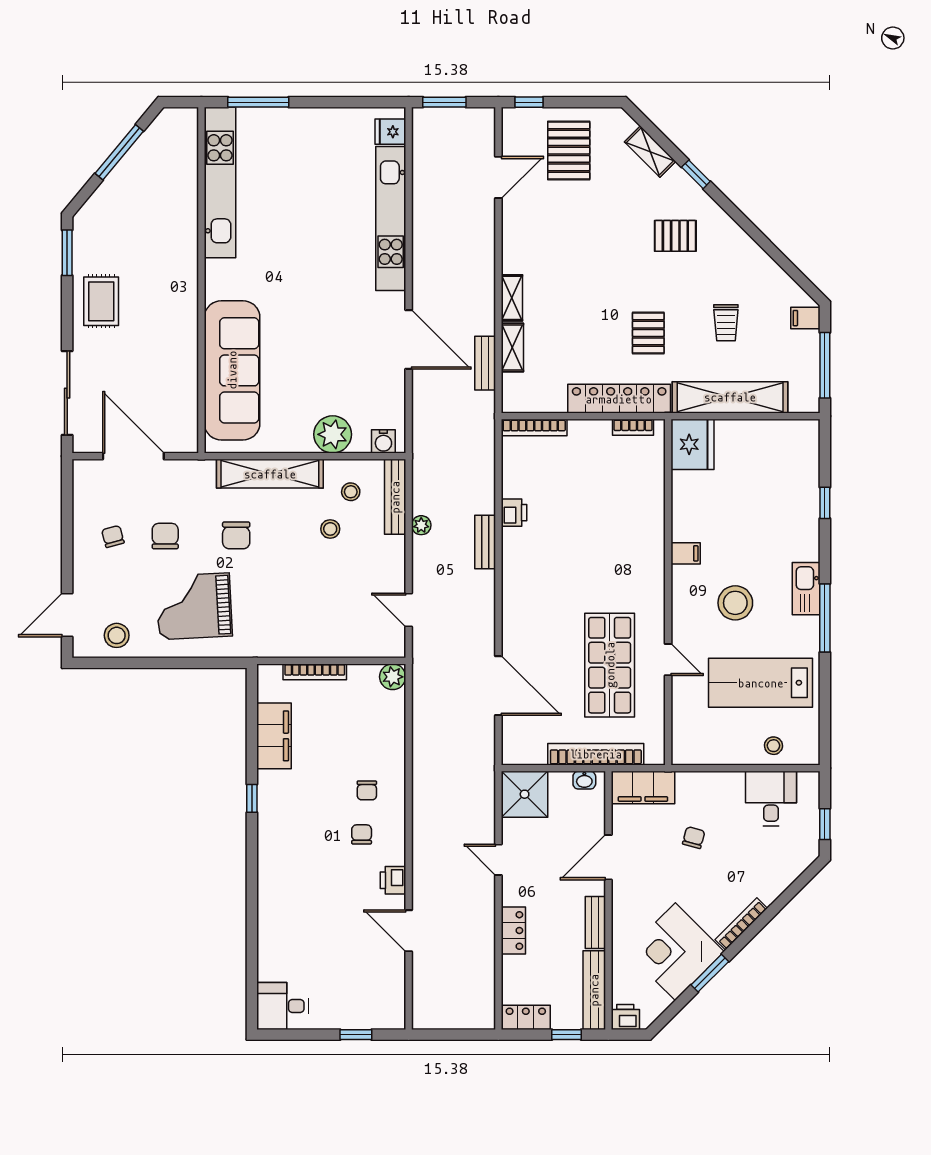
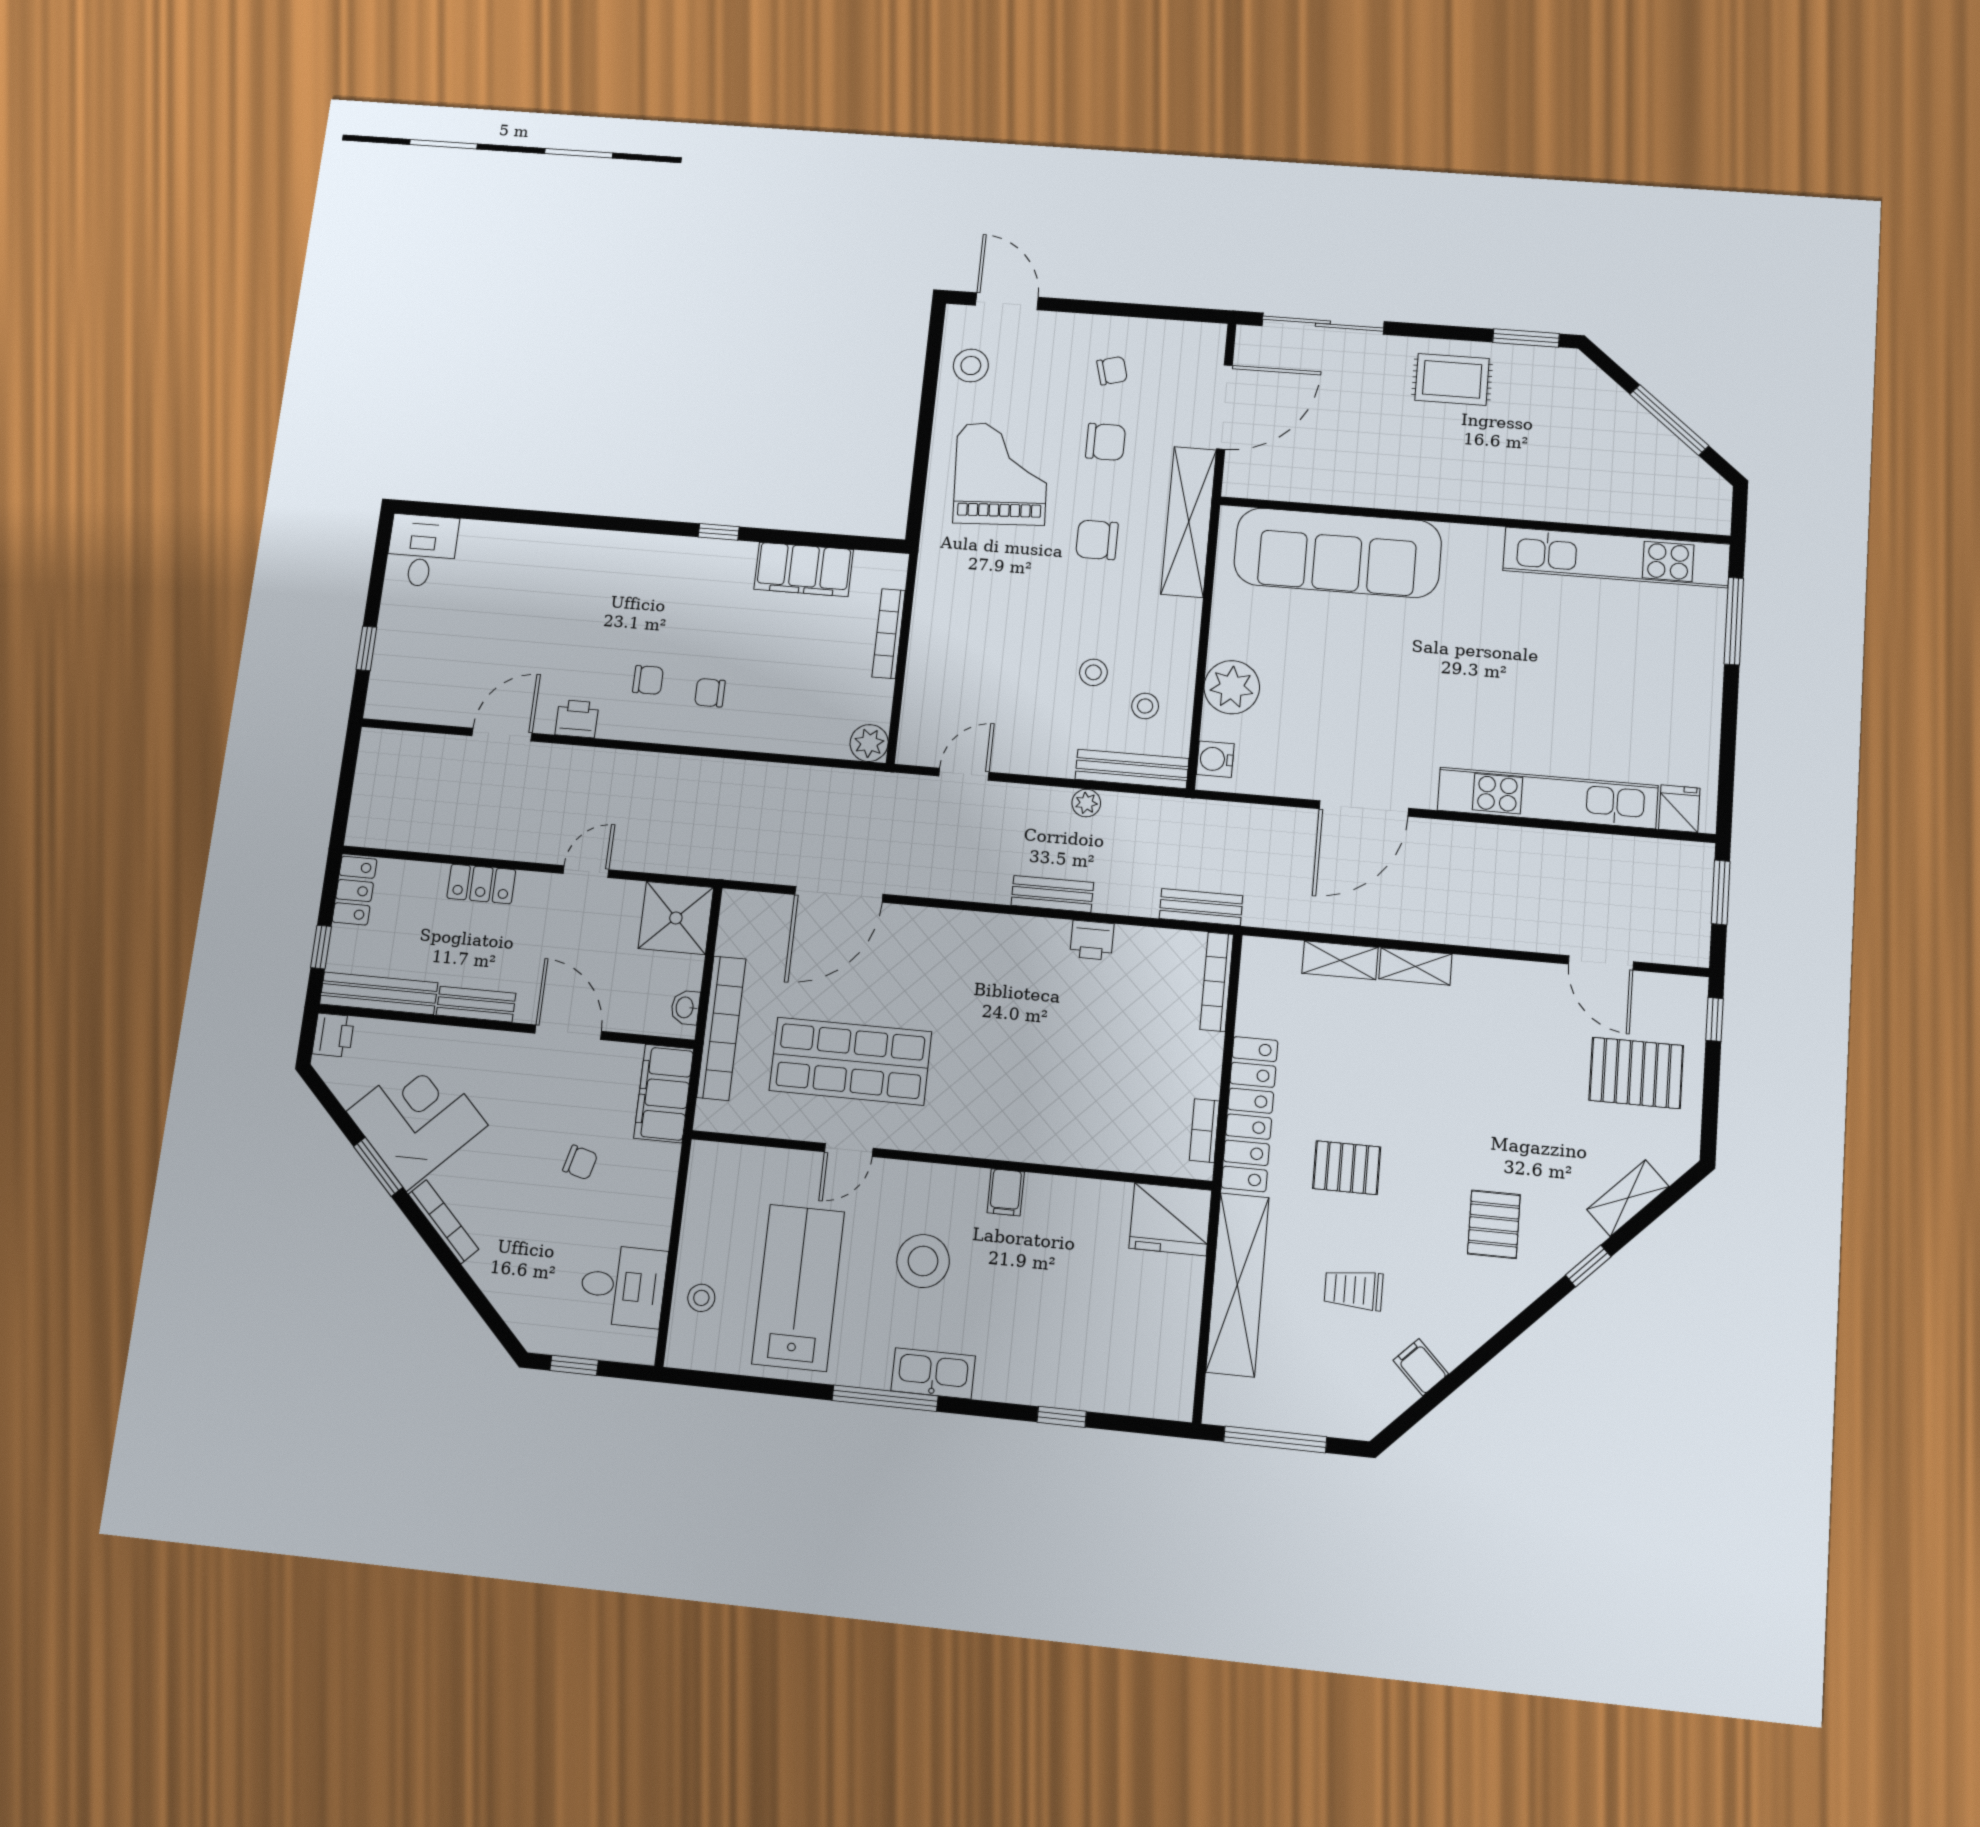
filing cabinet: (805, 318) -> (1421, 1367), moved, turned -45
bench: (485, 363) -> (1201, 907), moved
shelving: (270, 474) -> (1189, 522), moved

